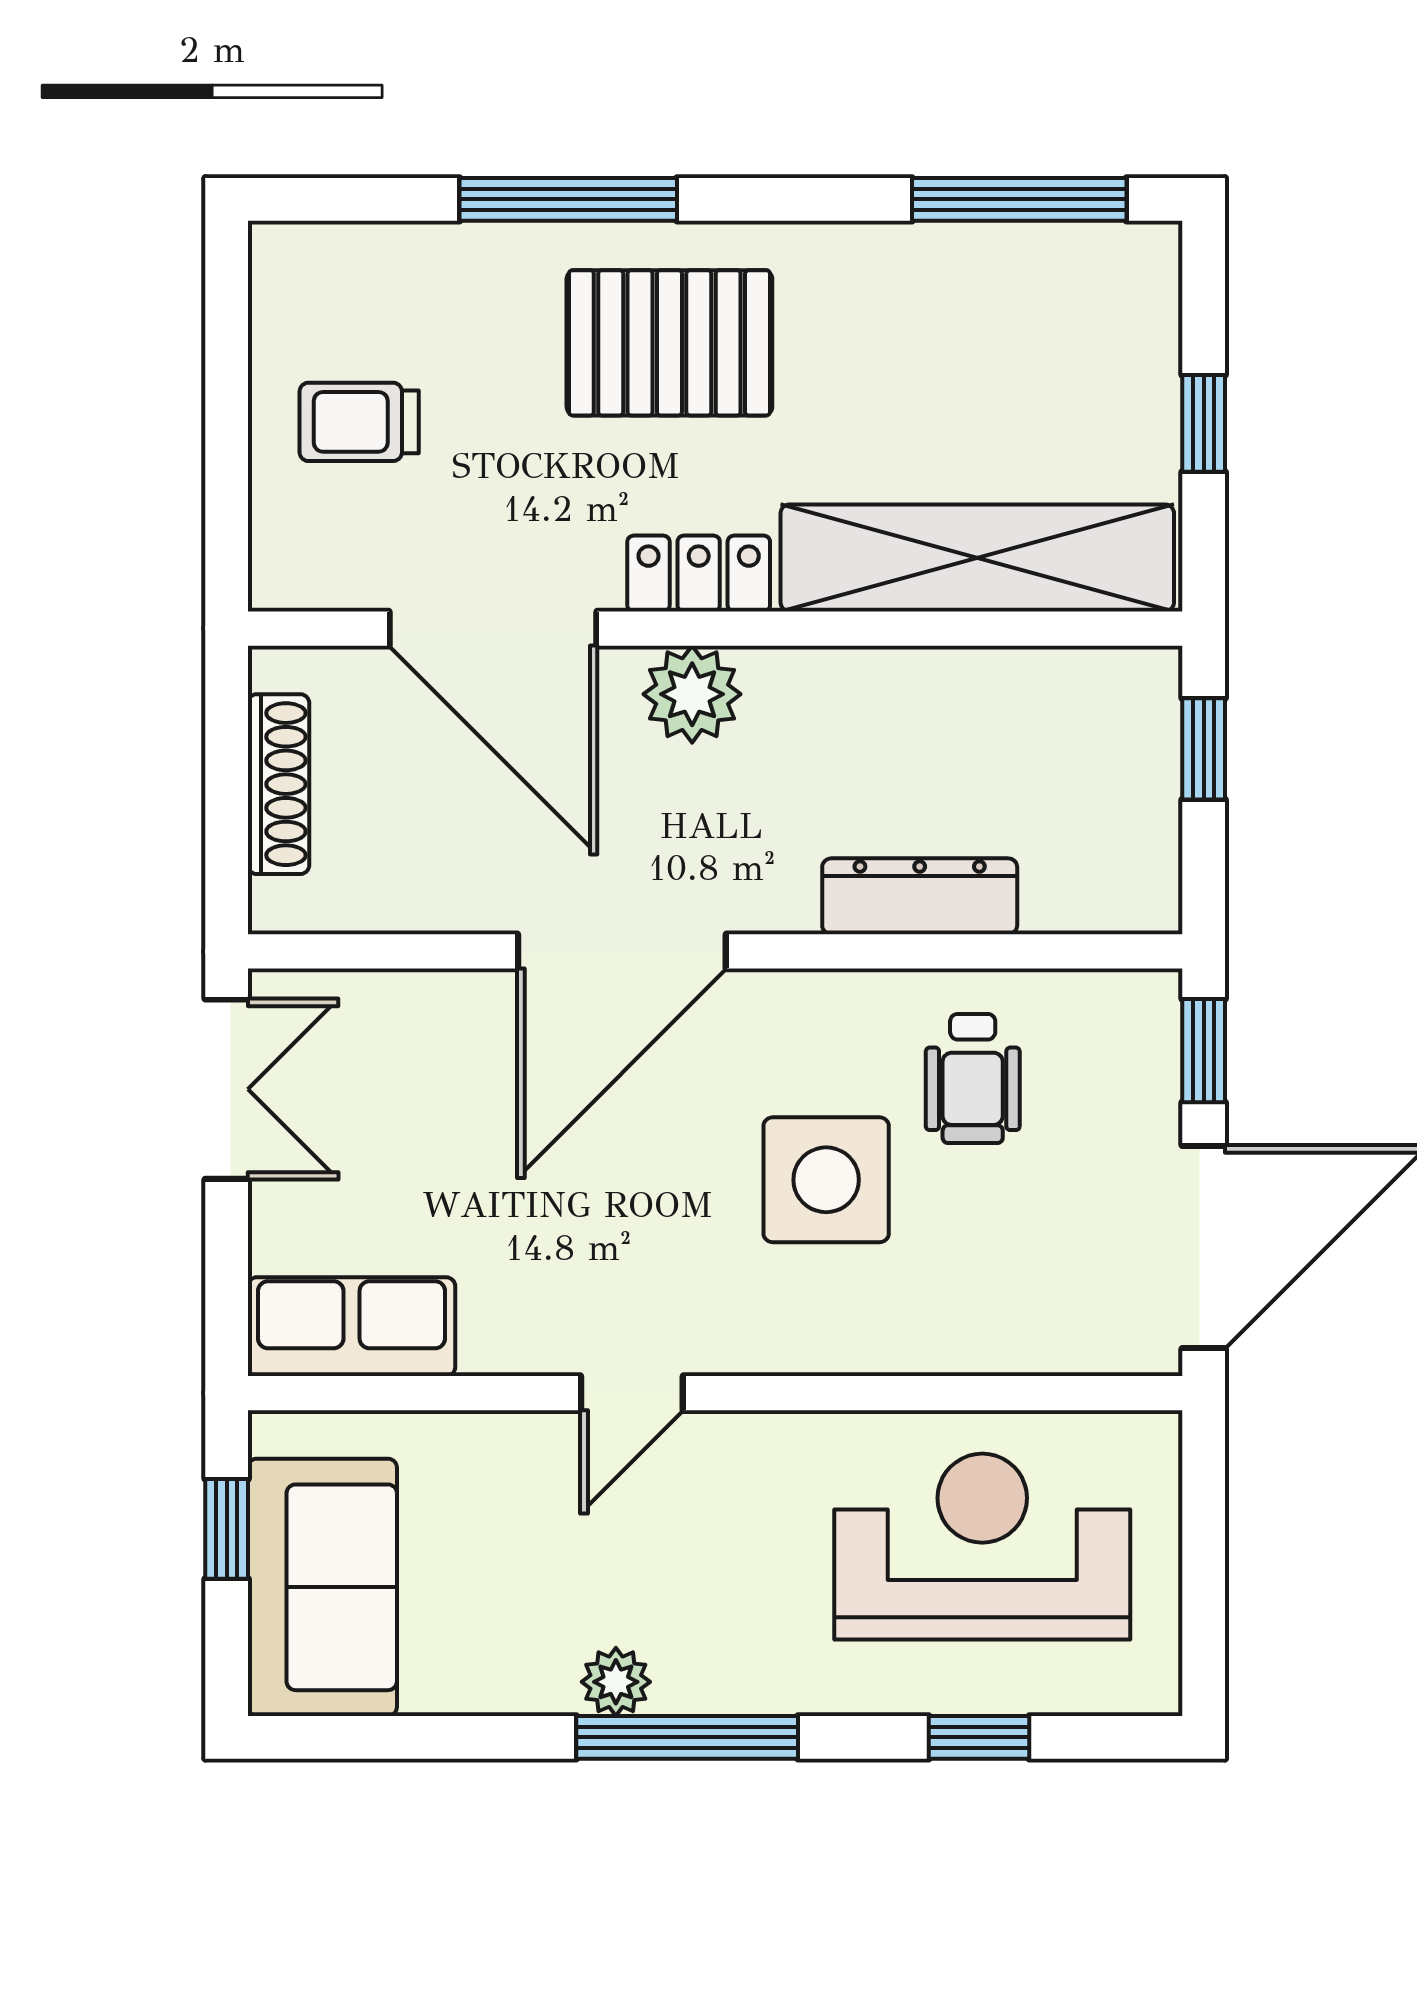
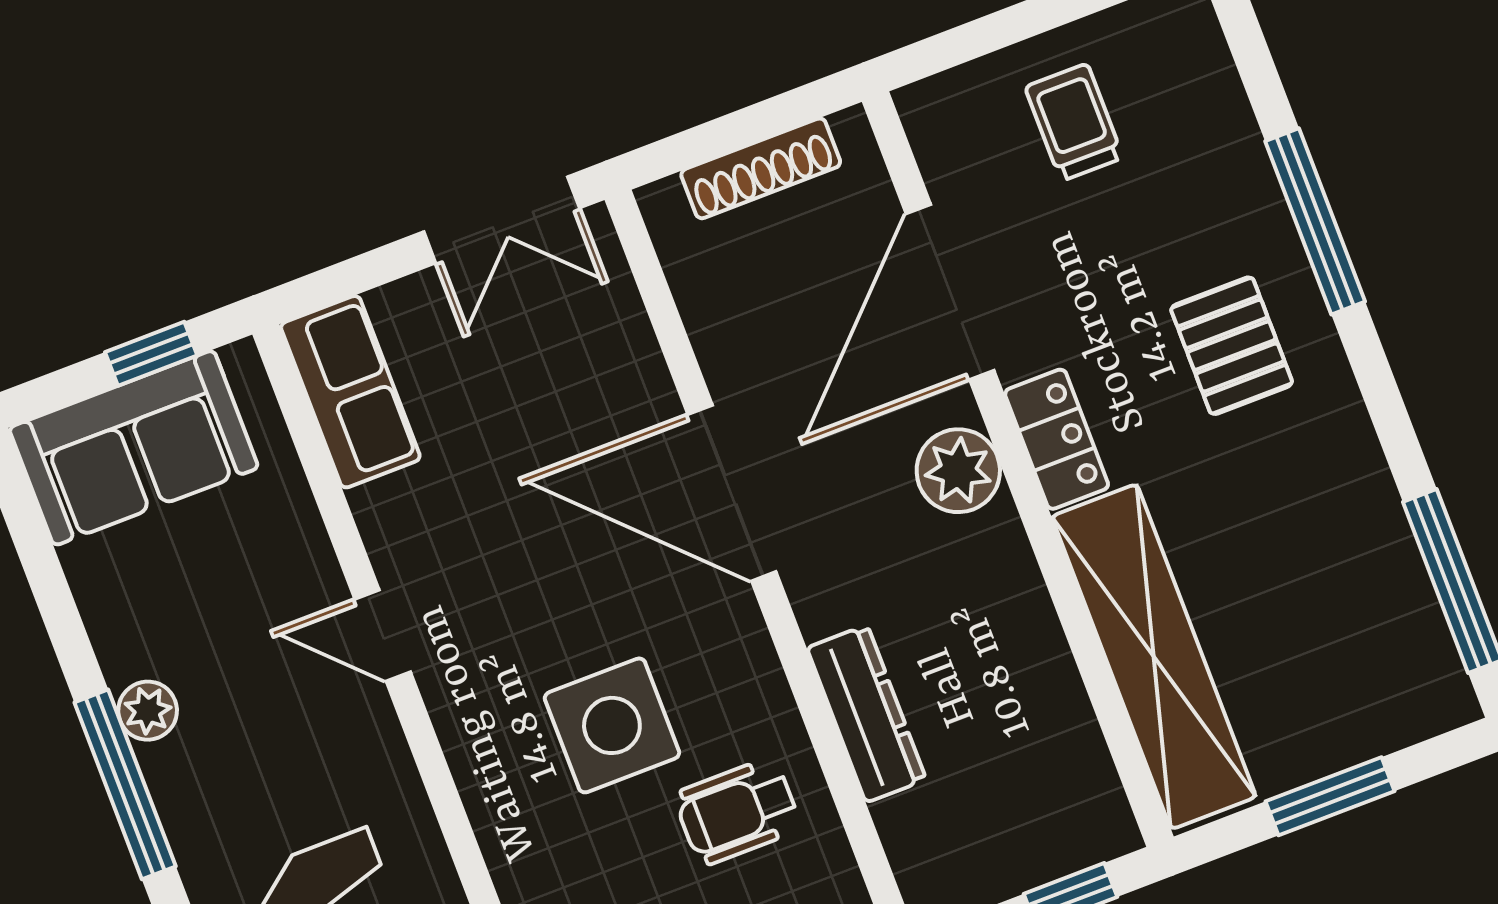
pallet: (669, 343) -> (1232, 346), width x0.67, depth x0.71
window: (1204, 423) -> (1330, 796), width x1.50

